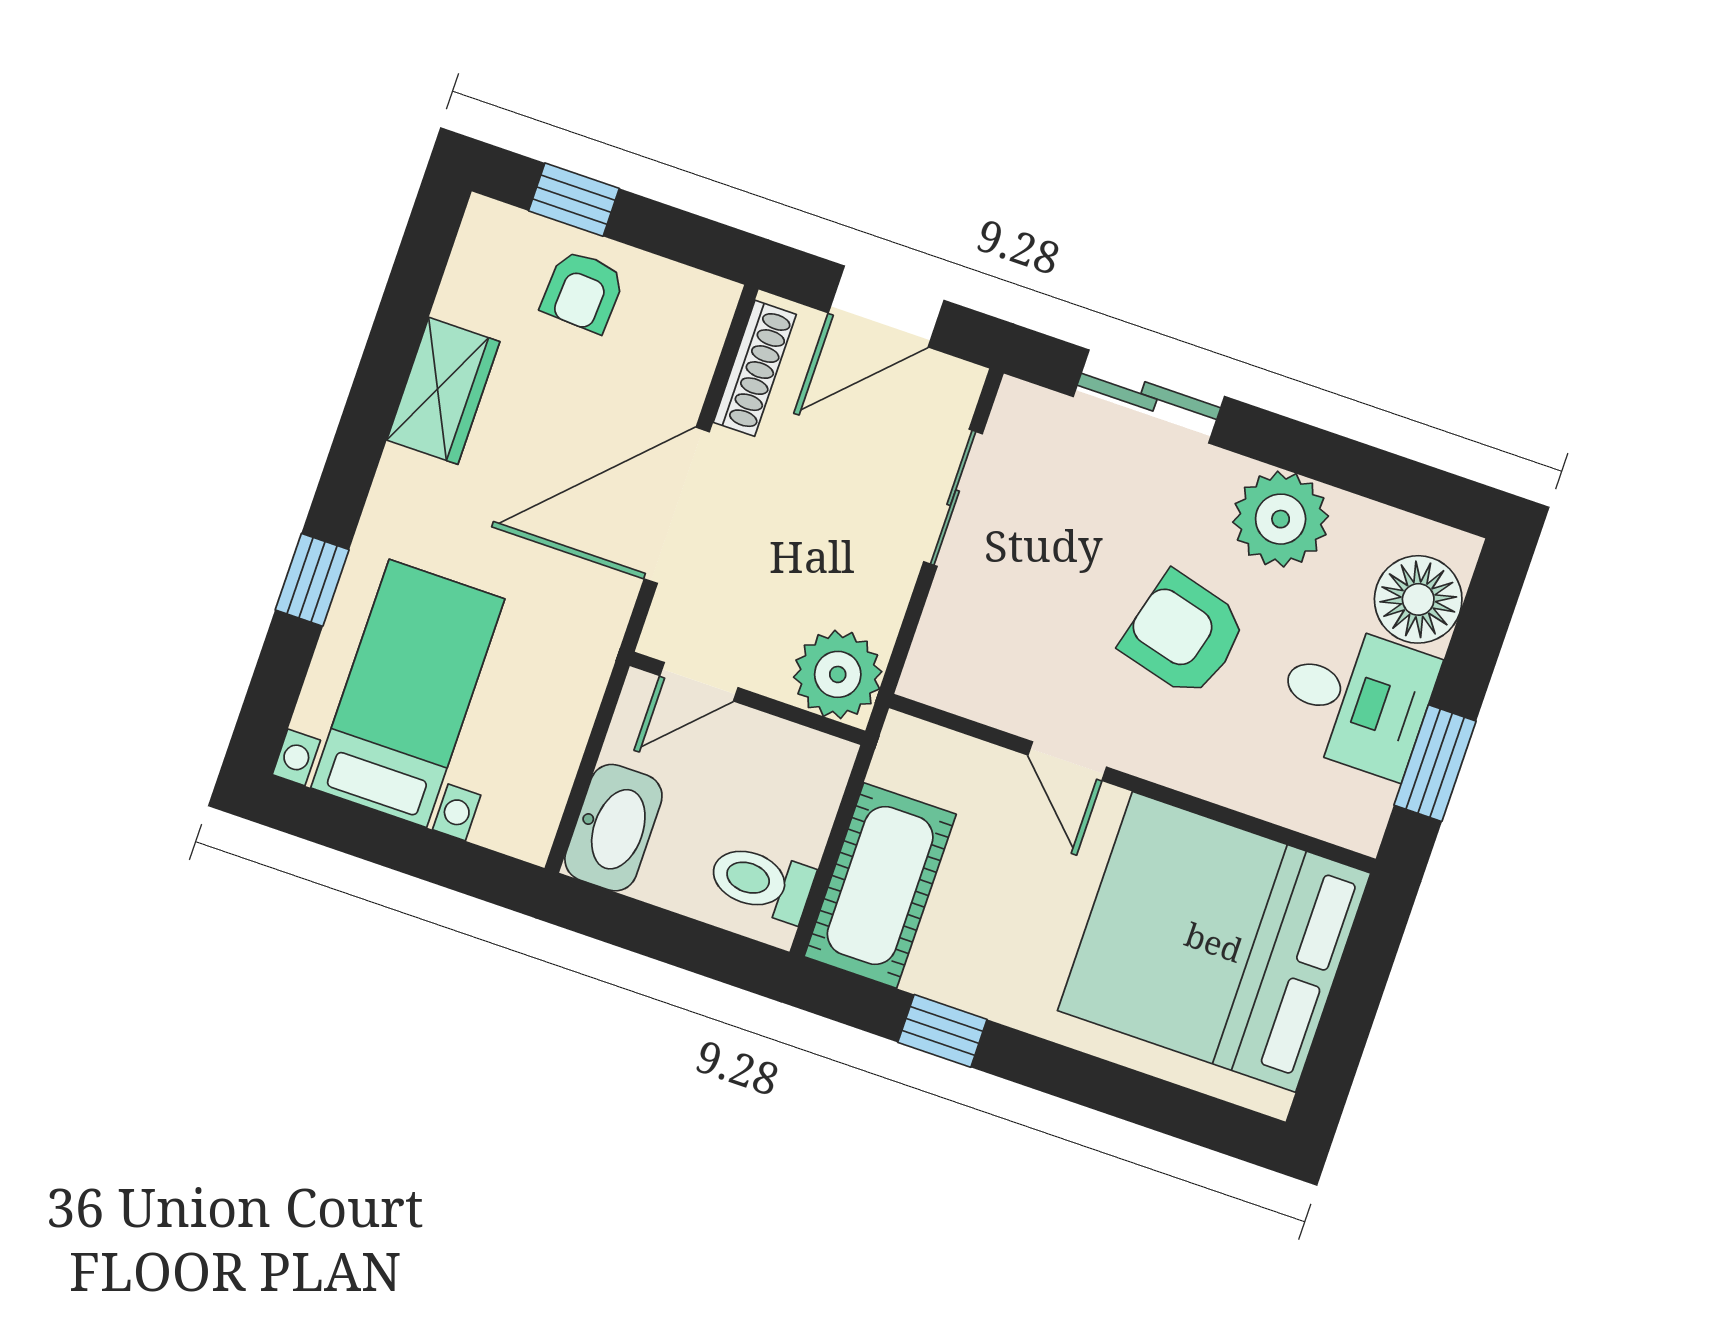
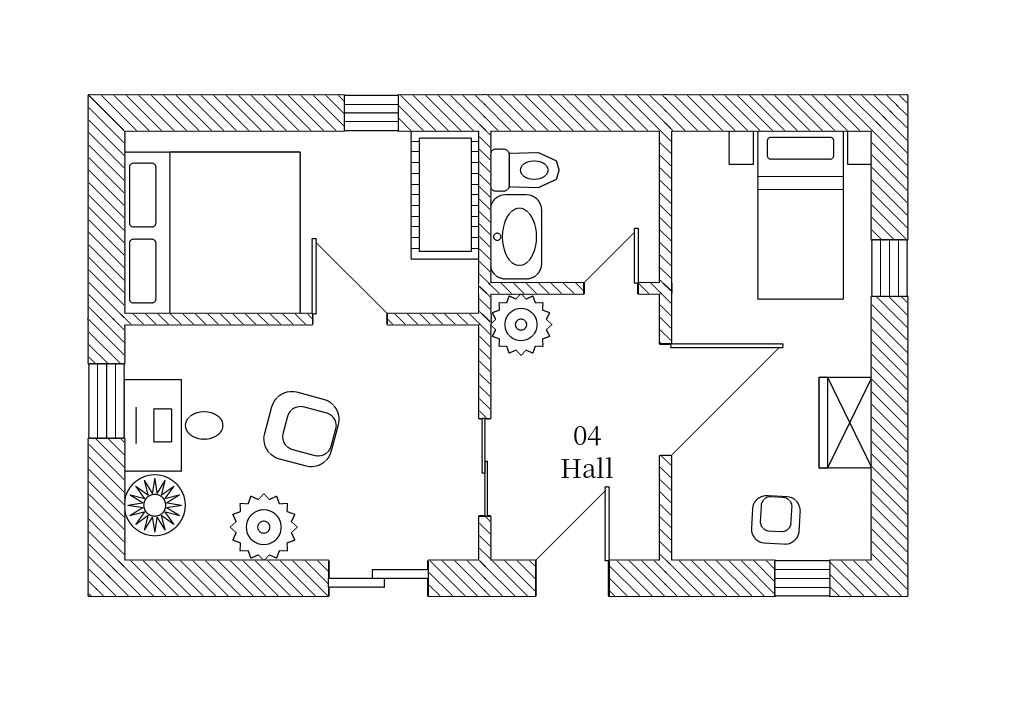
shoe rack: (755, 368) -> (645, 508), removed
door: (1067, 761) -> (350, 319), width x1.38
washbasin: (613, 828) -> (516, 237), moved, turned 180

